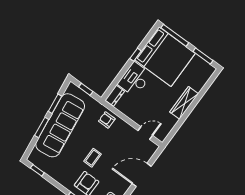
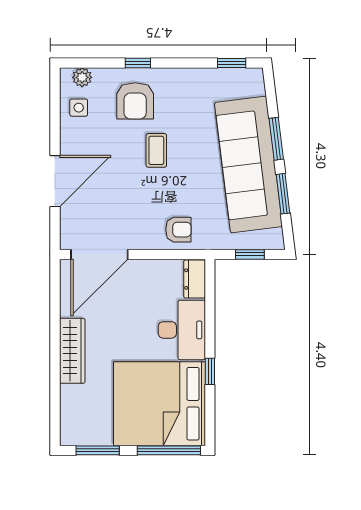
door: (145, 133) -> (99, 254), width x1.88

